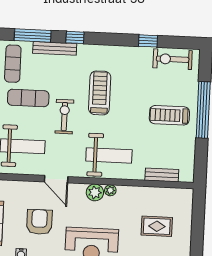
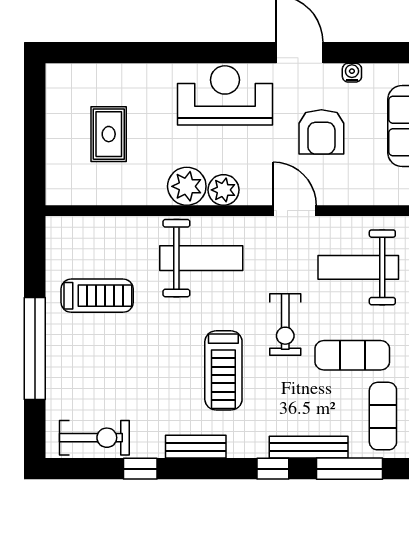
treadmill: (169, 115) -> (97, 296), moved
weight bench: (109, 155) -> (201, 258), turned 180
bench: (162, 175) -> (196, 447), moved
plant: (110, 190) -> (187, 186), width x1.88, depth x1.88
rug: (157, 226) -> (109, 134), turned 90

